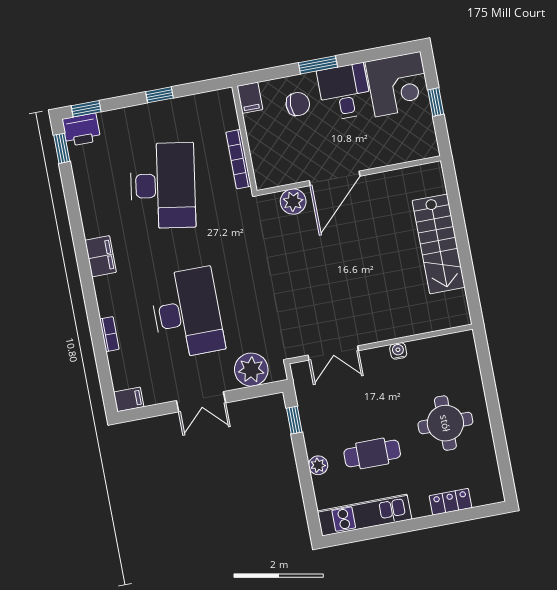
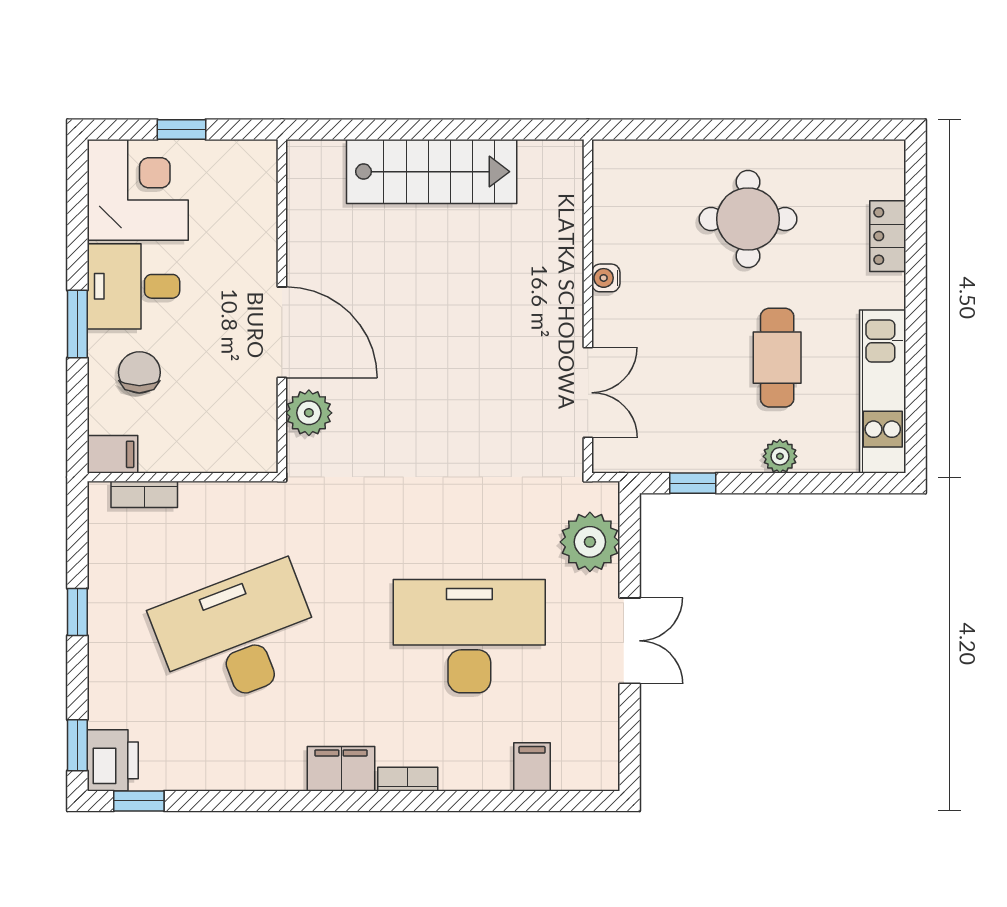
bookcase: (239, 159) -> (144, 494), moved, width x0.64
desk: (163, 186) -> (238, 636), turned -30
bookcase: (109, 334) -> (408, 779), moved
filing cabinet: (129, 399) -> (532, 767), moved

